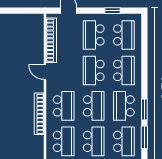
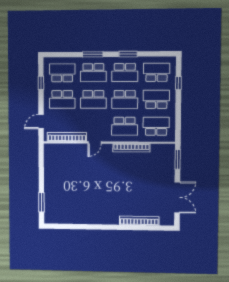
school desk: (124, 70) -> (93, 73), turned 180
school desk: (64, 106) -> (125, 126), turned 180
school desk: (94, 106) -> (125, 99), turned 180
window: (144, 137) -> (93, 54), moved

